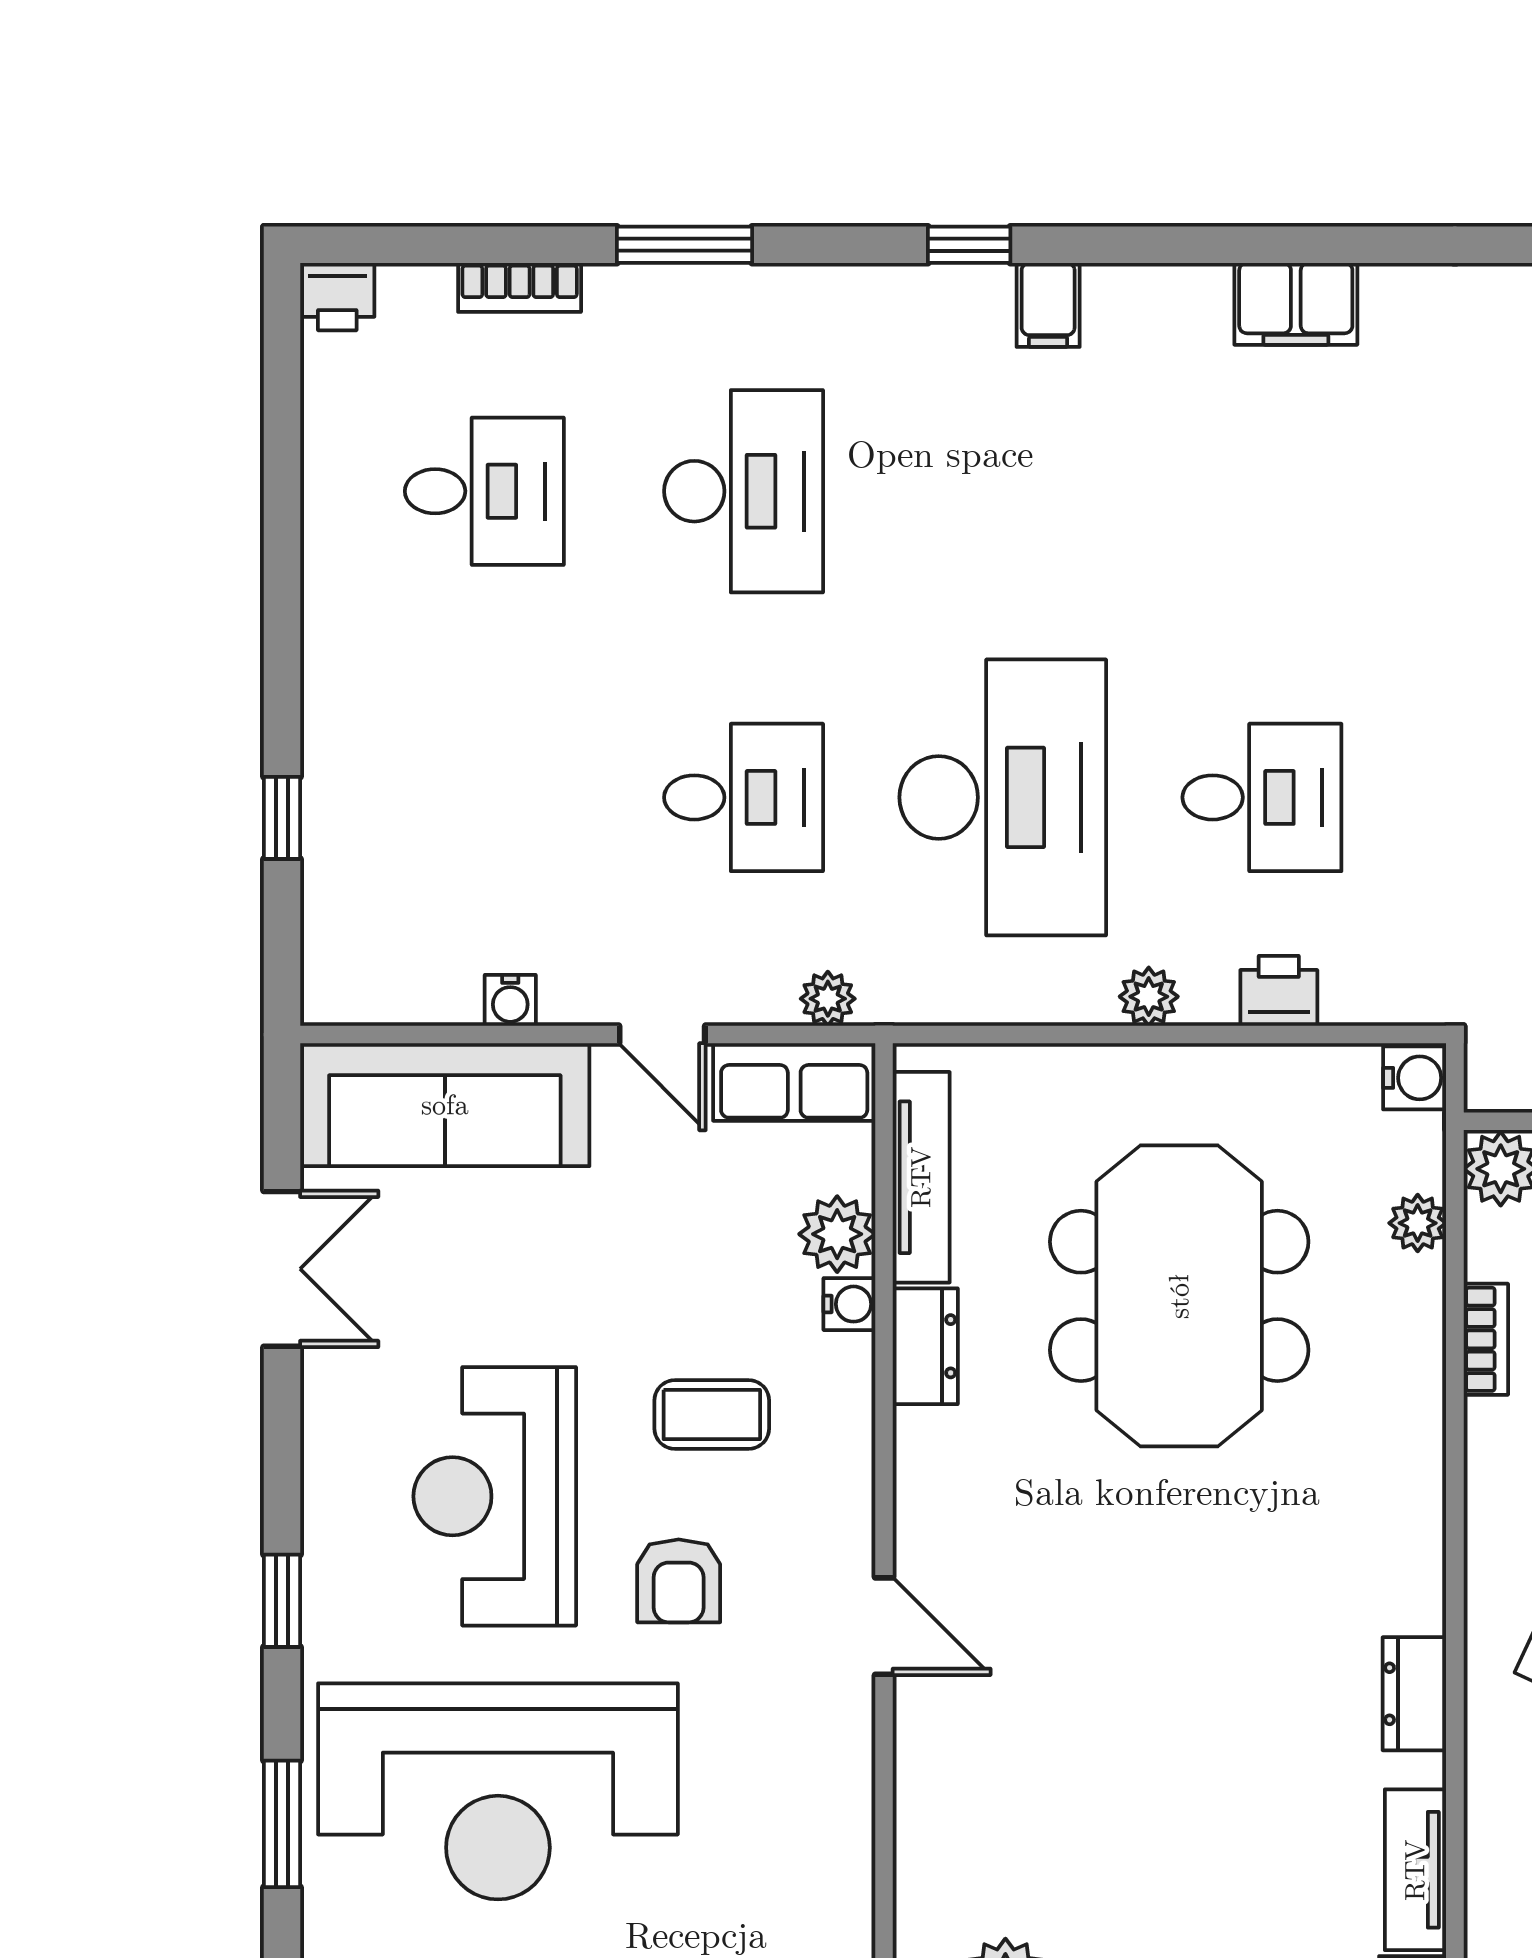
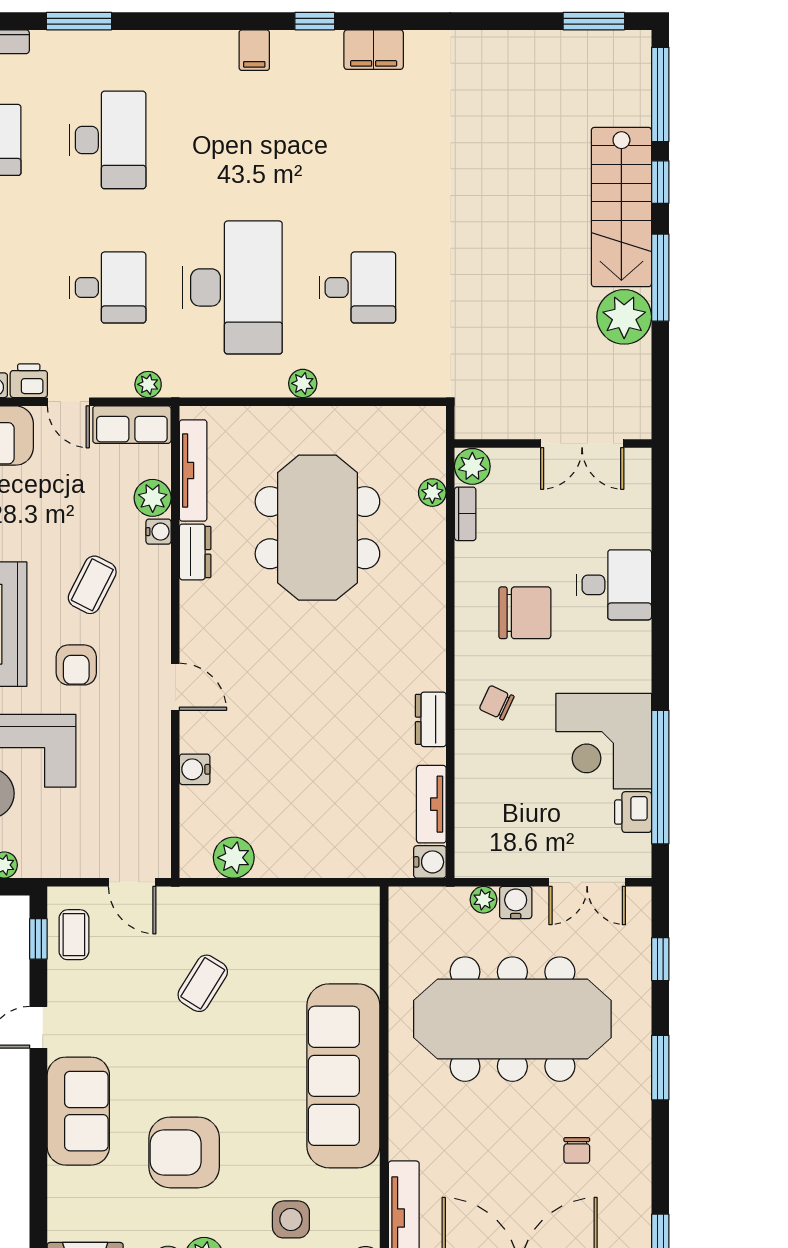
window: (969, 245) -> (315, 21), moved
printer: (1279, 991) -> (29, 381), moved
water cooler: (1415, 1078) -> (195, 769), moved, turned 180
bookcase: (1486, 1339) -> (465, 514), moved
coffee table: (712, 1415) -> (92, 585), turned -63

